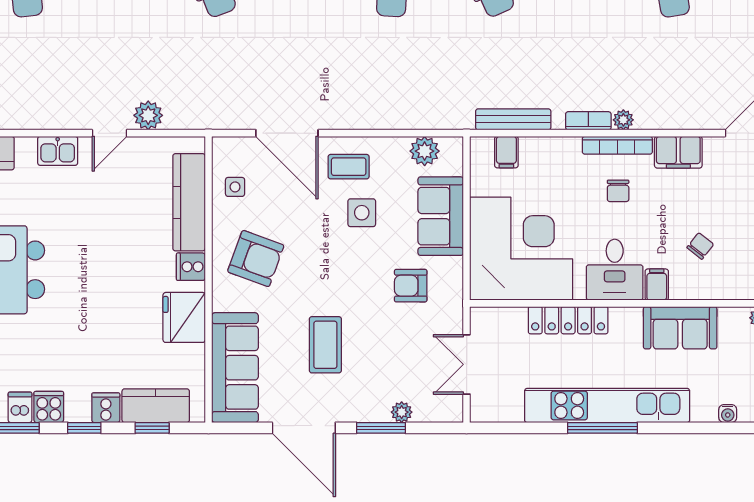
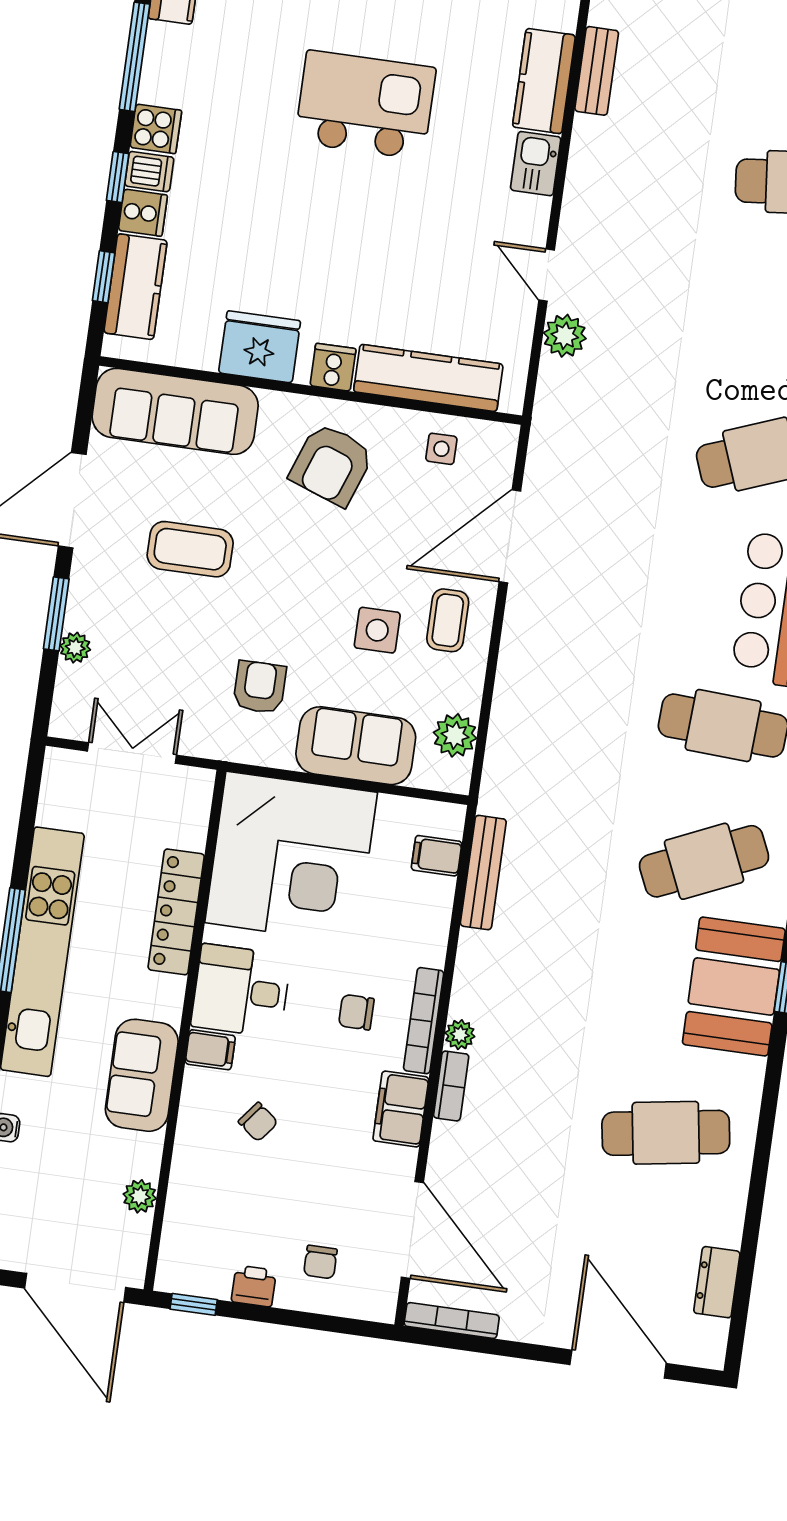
bookcase: (588, 121) -> (451, 1086), moved
kitchen sink: (58, 151) -> (536, 164), moved
dishwasher: (20, 407) -> (149, 172), moved

